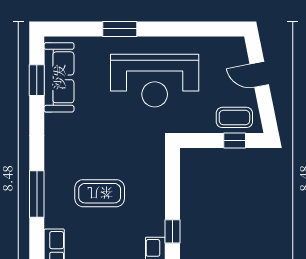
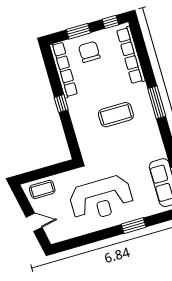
reception desk: (155, 81) -> (101, 198), turned 180
window: (235, 141) -> (38, 174), removed

